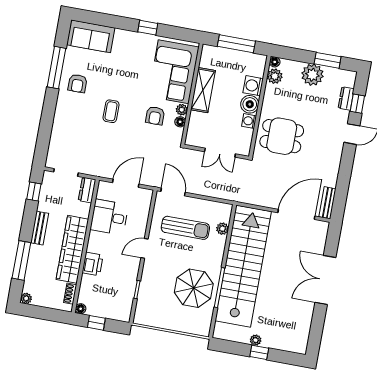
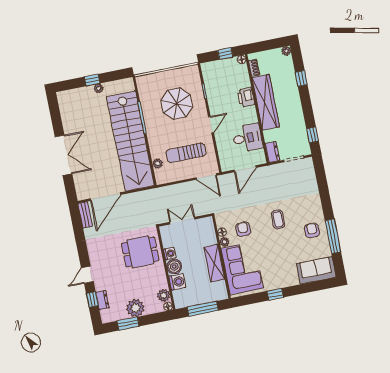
bench: (40, 228) -> (297, 109), removed
window: (21, 260) -> (301, 78), width x0.46
parasol: (194, 288) -> (177, 104), moved

